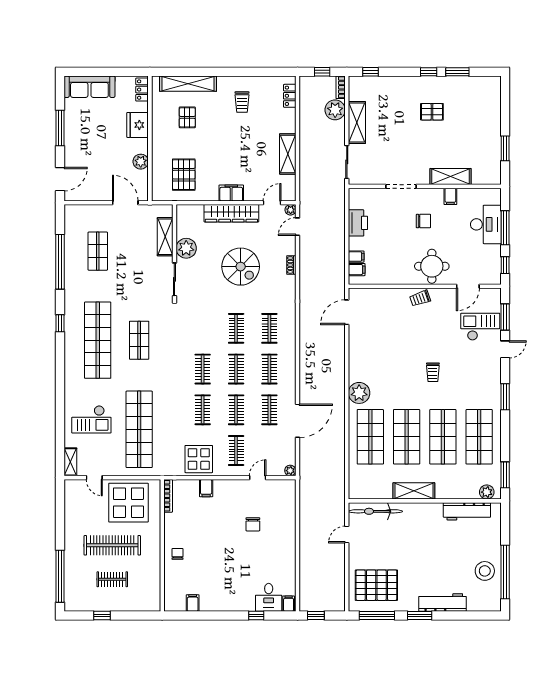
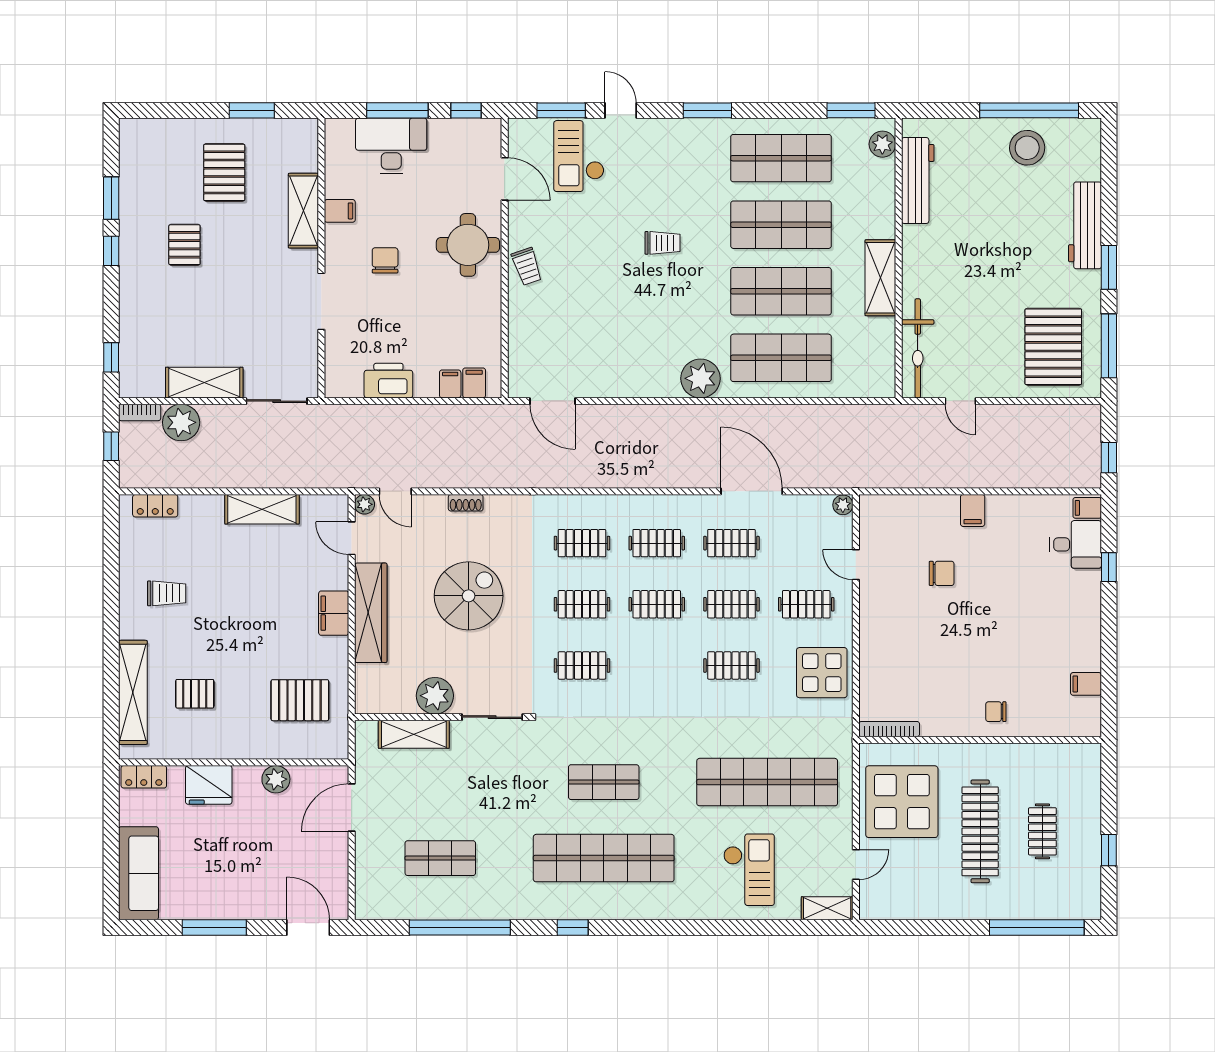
pallet: (471, 133) -> (224, 172), added
clothes rail: (203, 369) -> (582, 665), moved
filing cabinet: (206, 488) -> (973, 510), moved, turned 90

